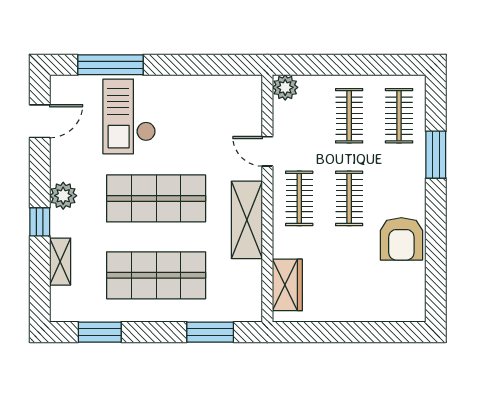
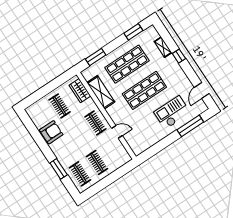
plant: (285, 87) -> (125, 158), removed
checkout: (129, 116) -> (172, 112), turned -90
plant: (63, 196) -> (177, 70), removed
clothes rail: (349, 198) -> (60, 106), moved
shelving: (247, 220) -> (101, 92), moved
armchair: (401, 239) -> (51, 132), turned 90

